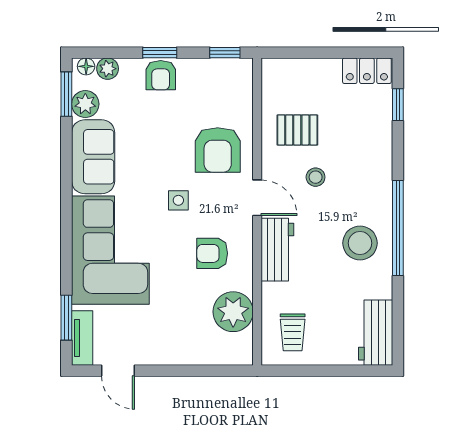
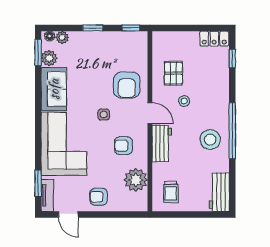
armchair: (161, 75) -> (99, 197), moved, turned 90
pallet: (297, 130) -> (173, 73), turned 90

